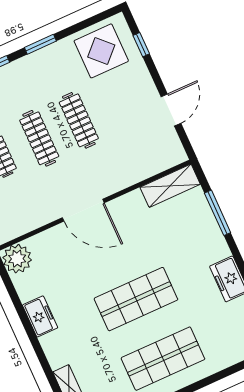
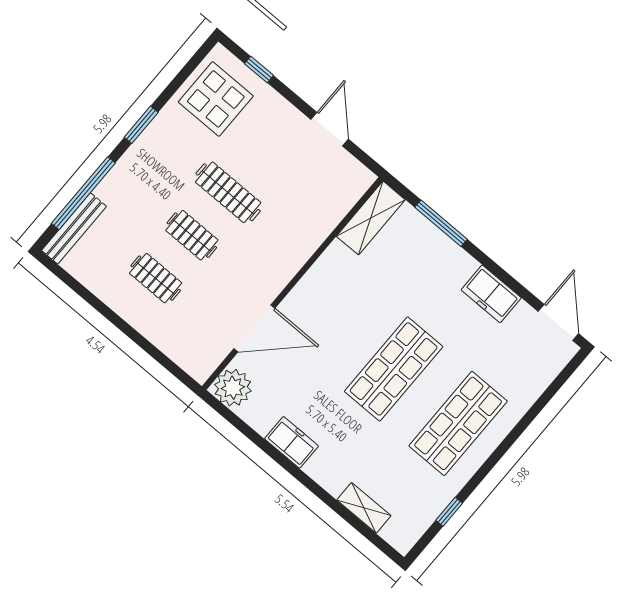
clothes rail: (39, 138) -> (192, 235), width x0.73
door: (83, 210) -> (254, 328), moved

